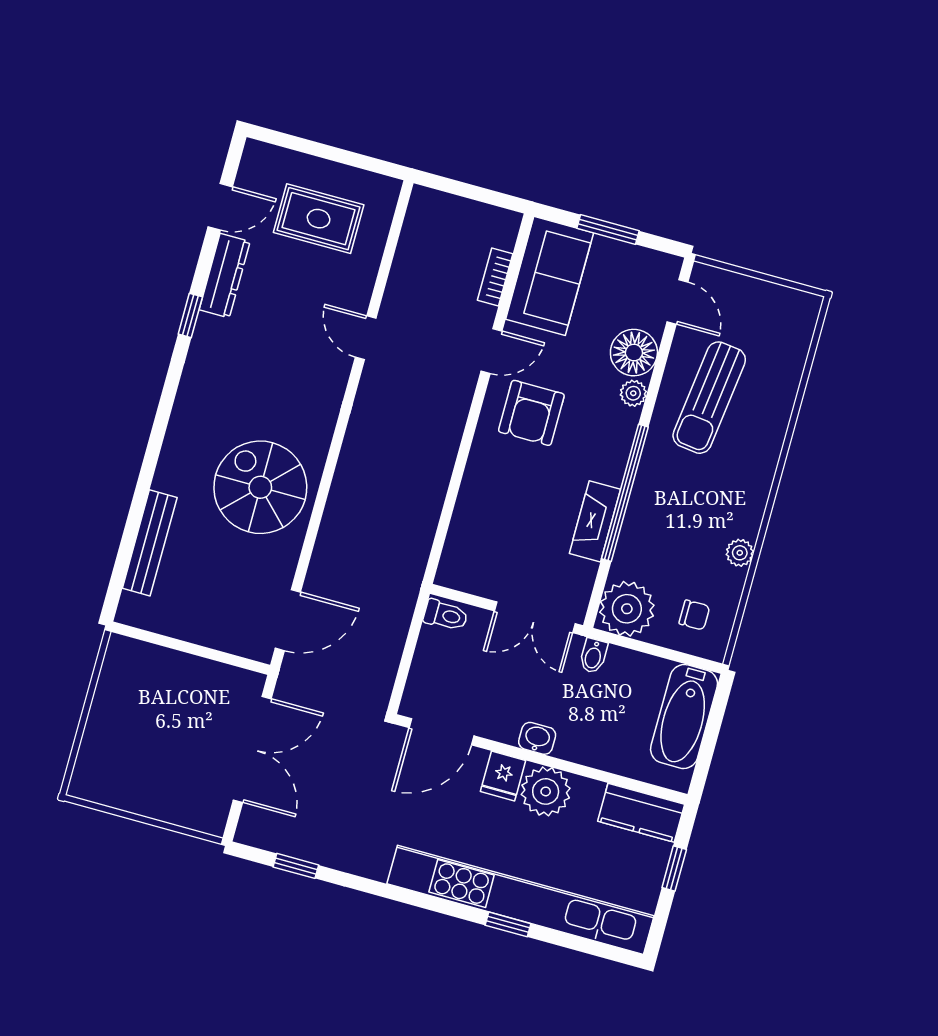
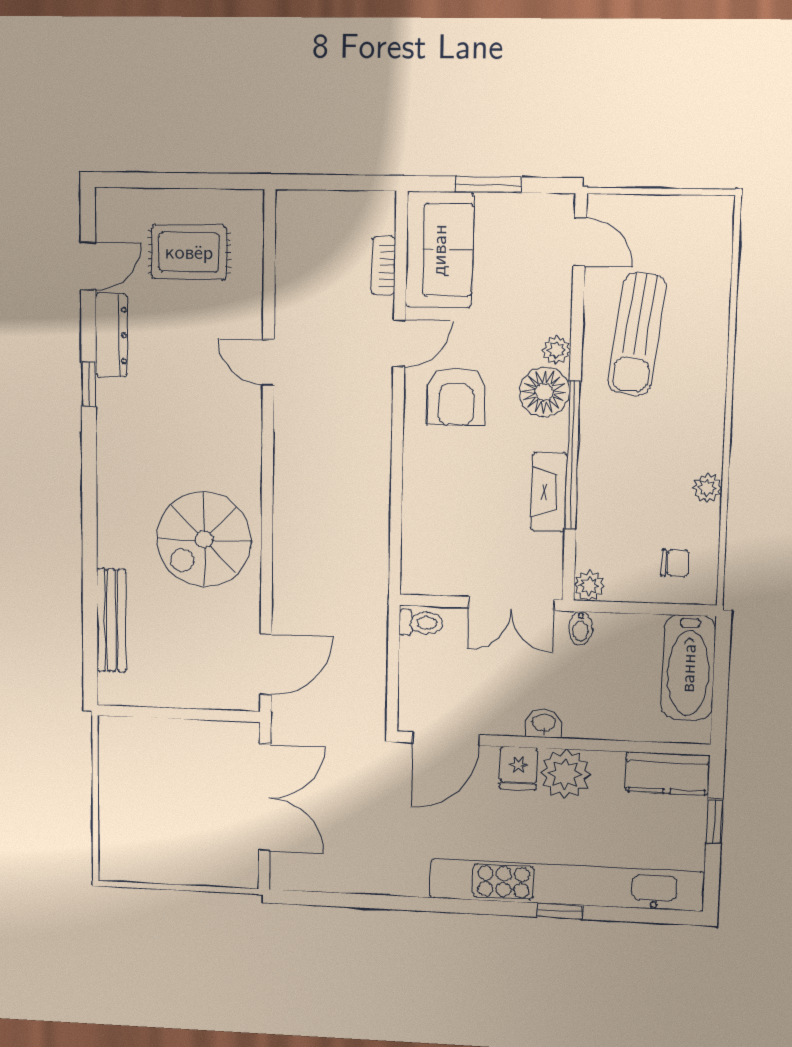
floor lamp: (634, 353) -> (544, 392), moved
spiral stairs: (260, 487) -> (204, 539), turned -90
plant: (627, 609) -> (589, 586), width x0.53, depth x0.53
window: (296, 866) -> (337, 900), removed

